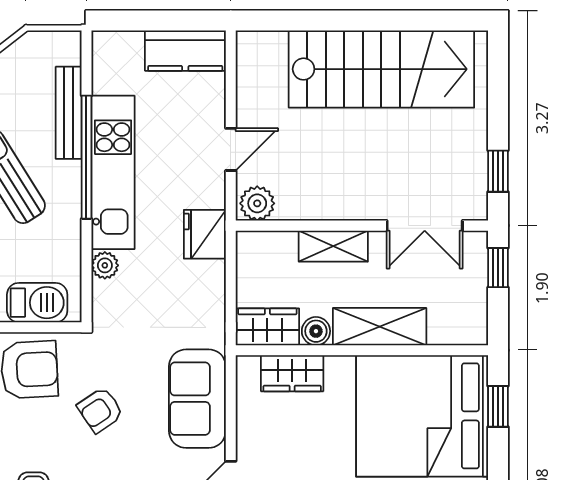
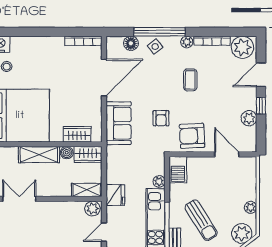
shelving: (333, 246) -> (87, 190), moved
barbecue: (37, 303) -> (178, 170), moved, turned -90
armchair: (100, 410) -> (161, 118), turned 124

